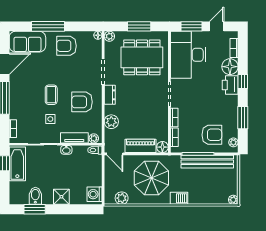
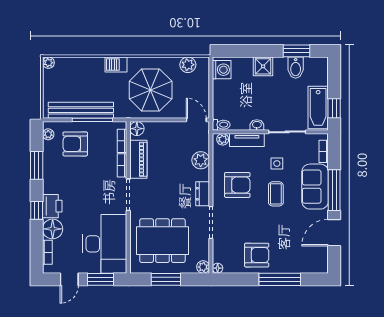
sofa: (27, 42) -> (315, 187), moved, turned -90
piano: (140, 146) -> (138, 159), moved, turned -90

